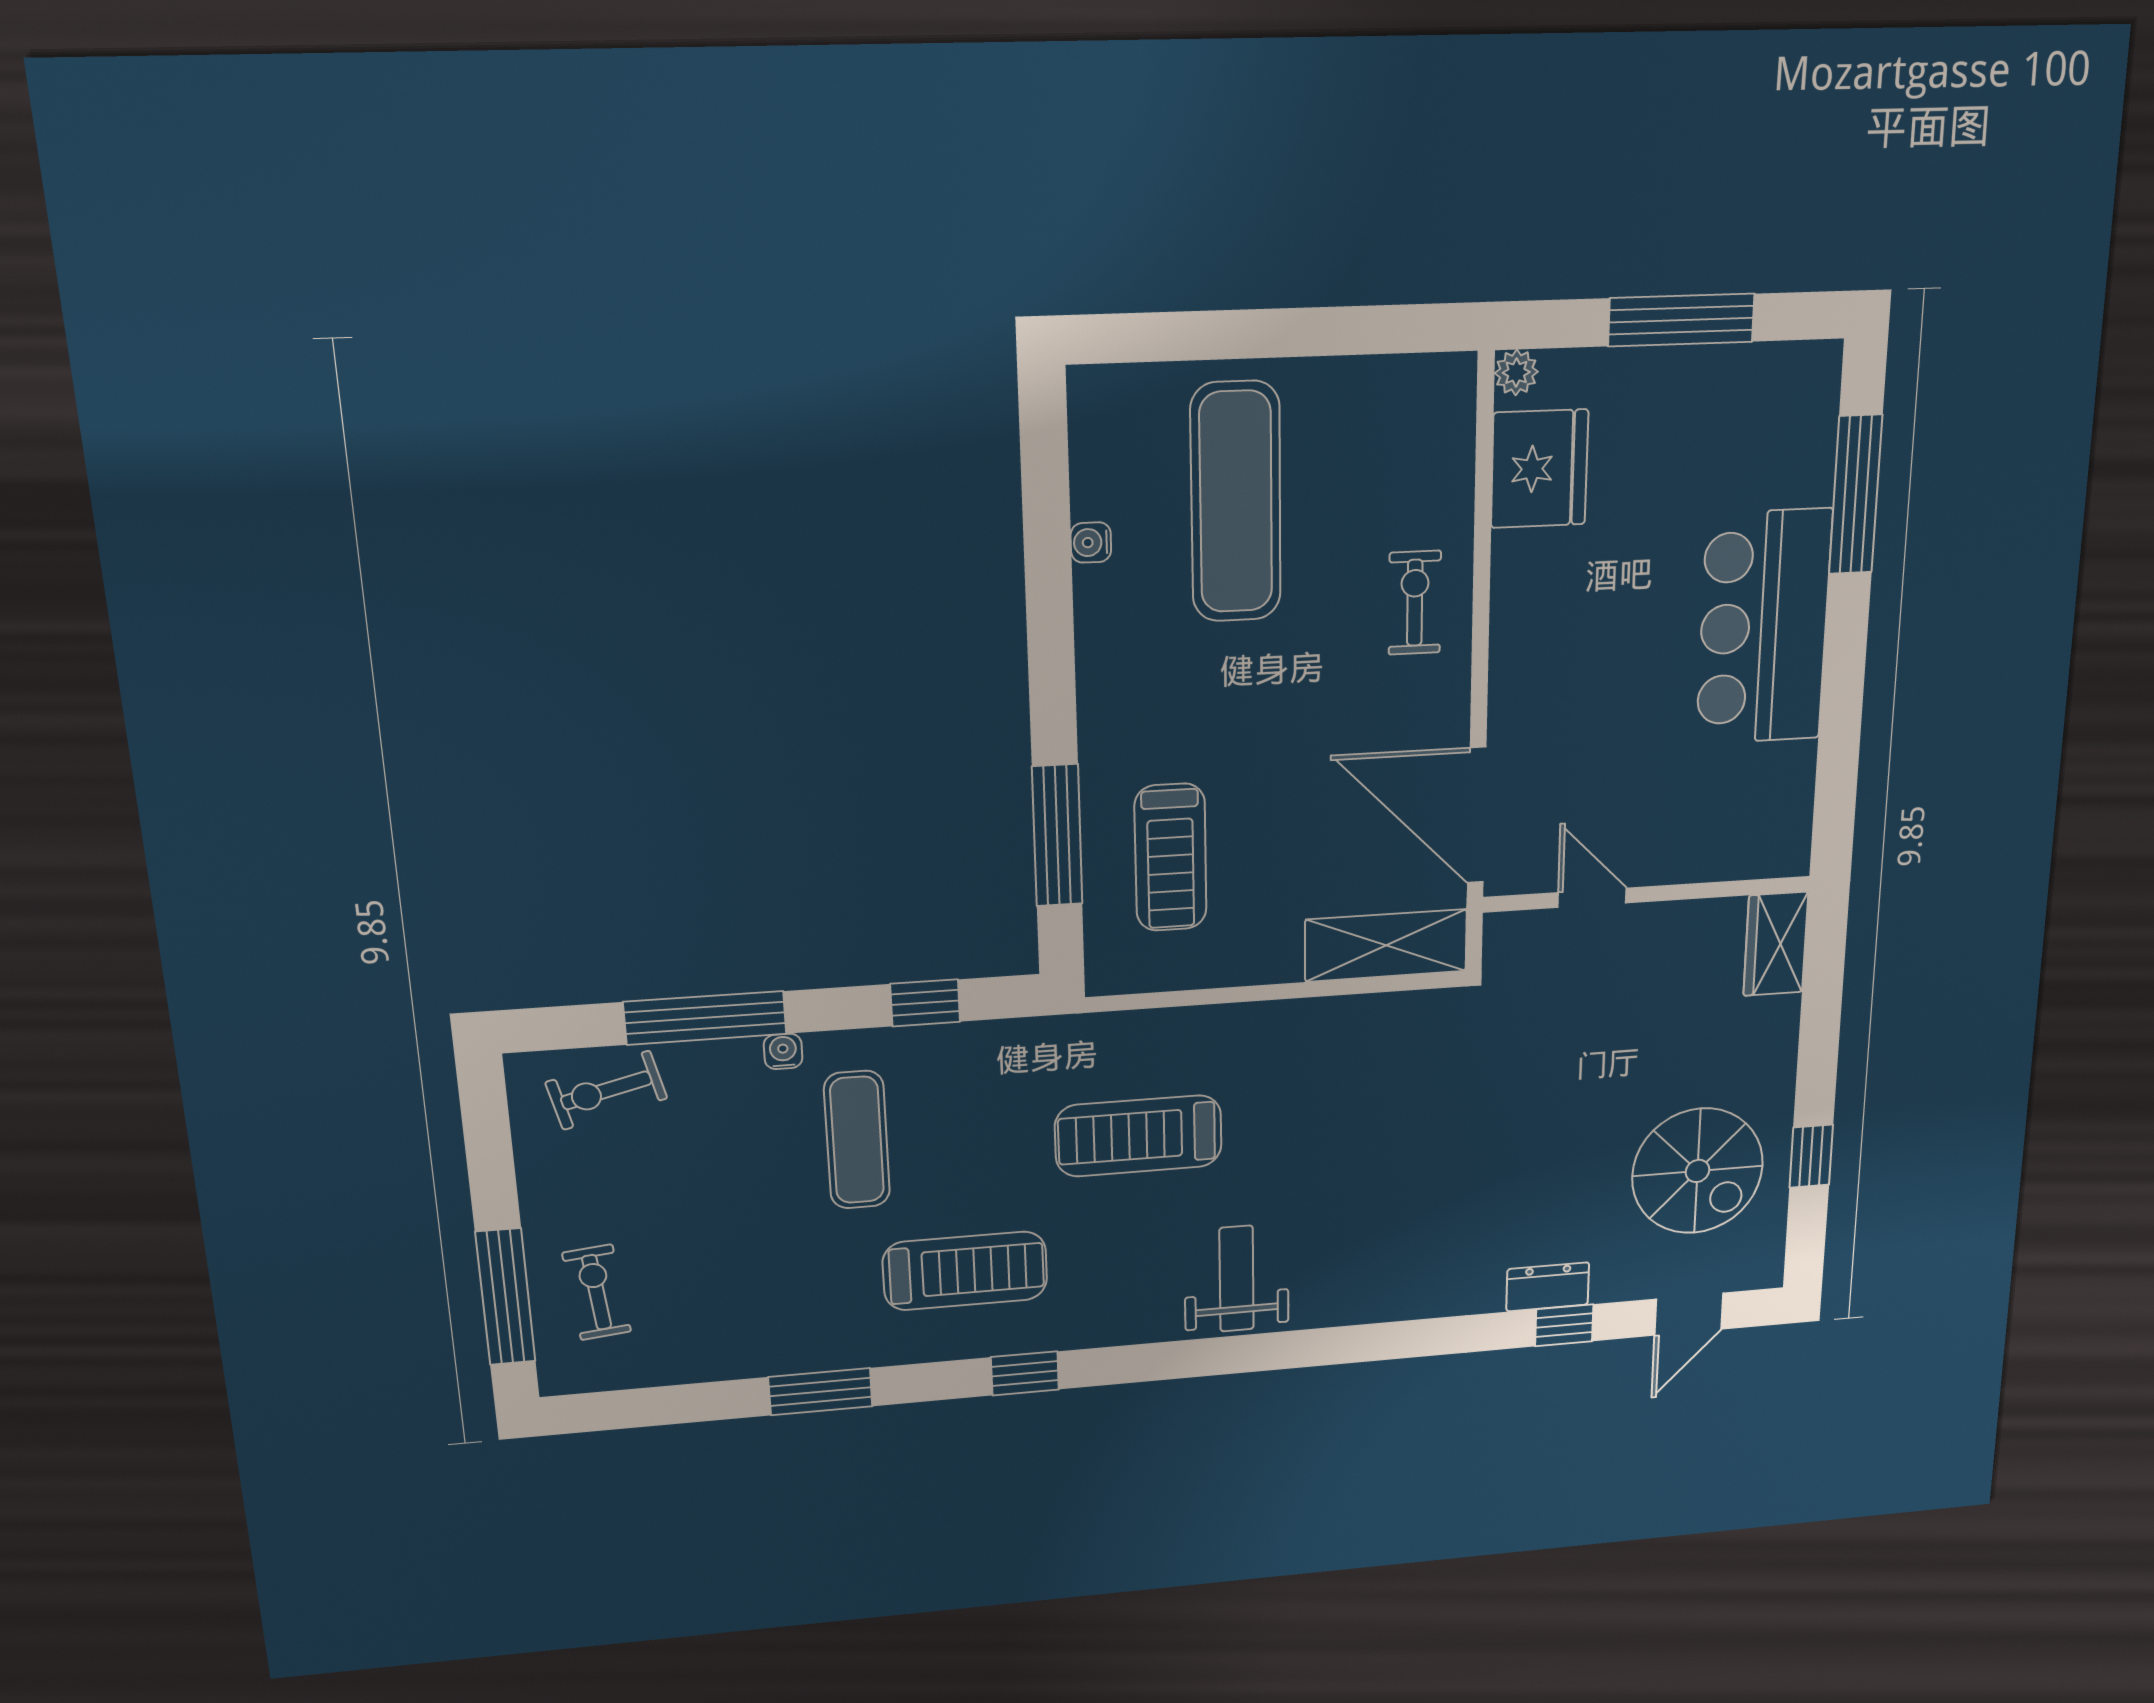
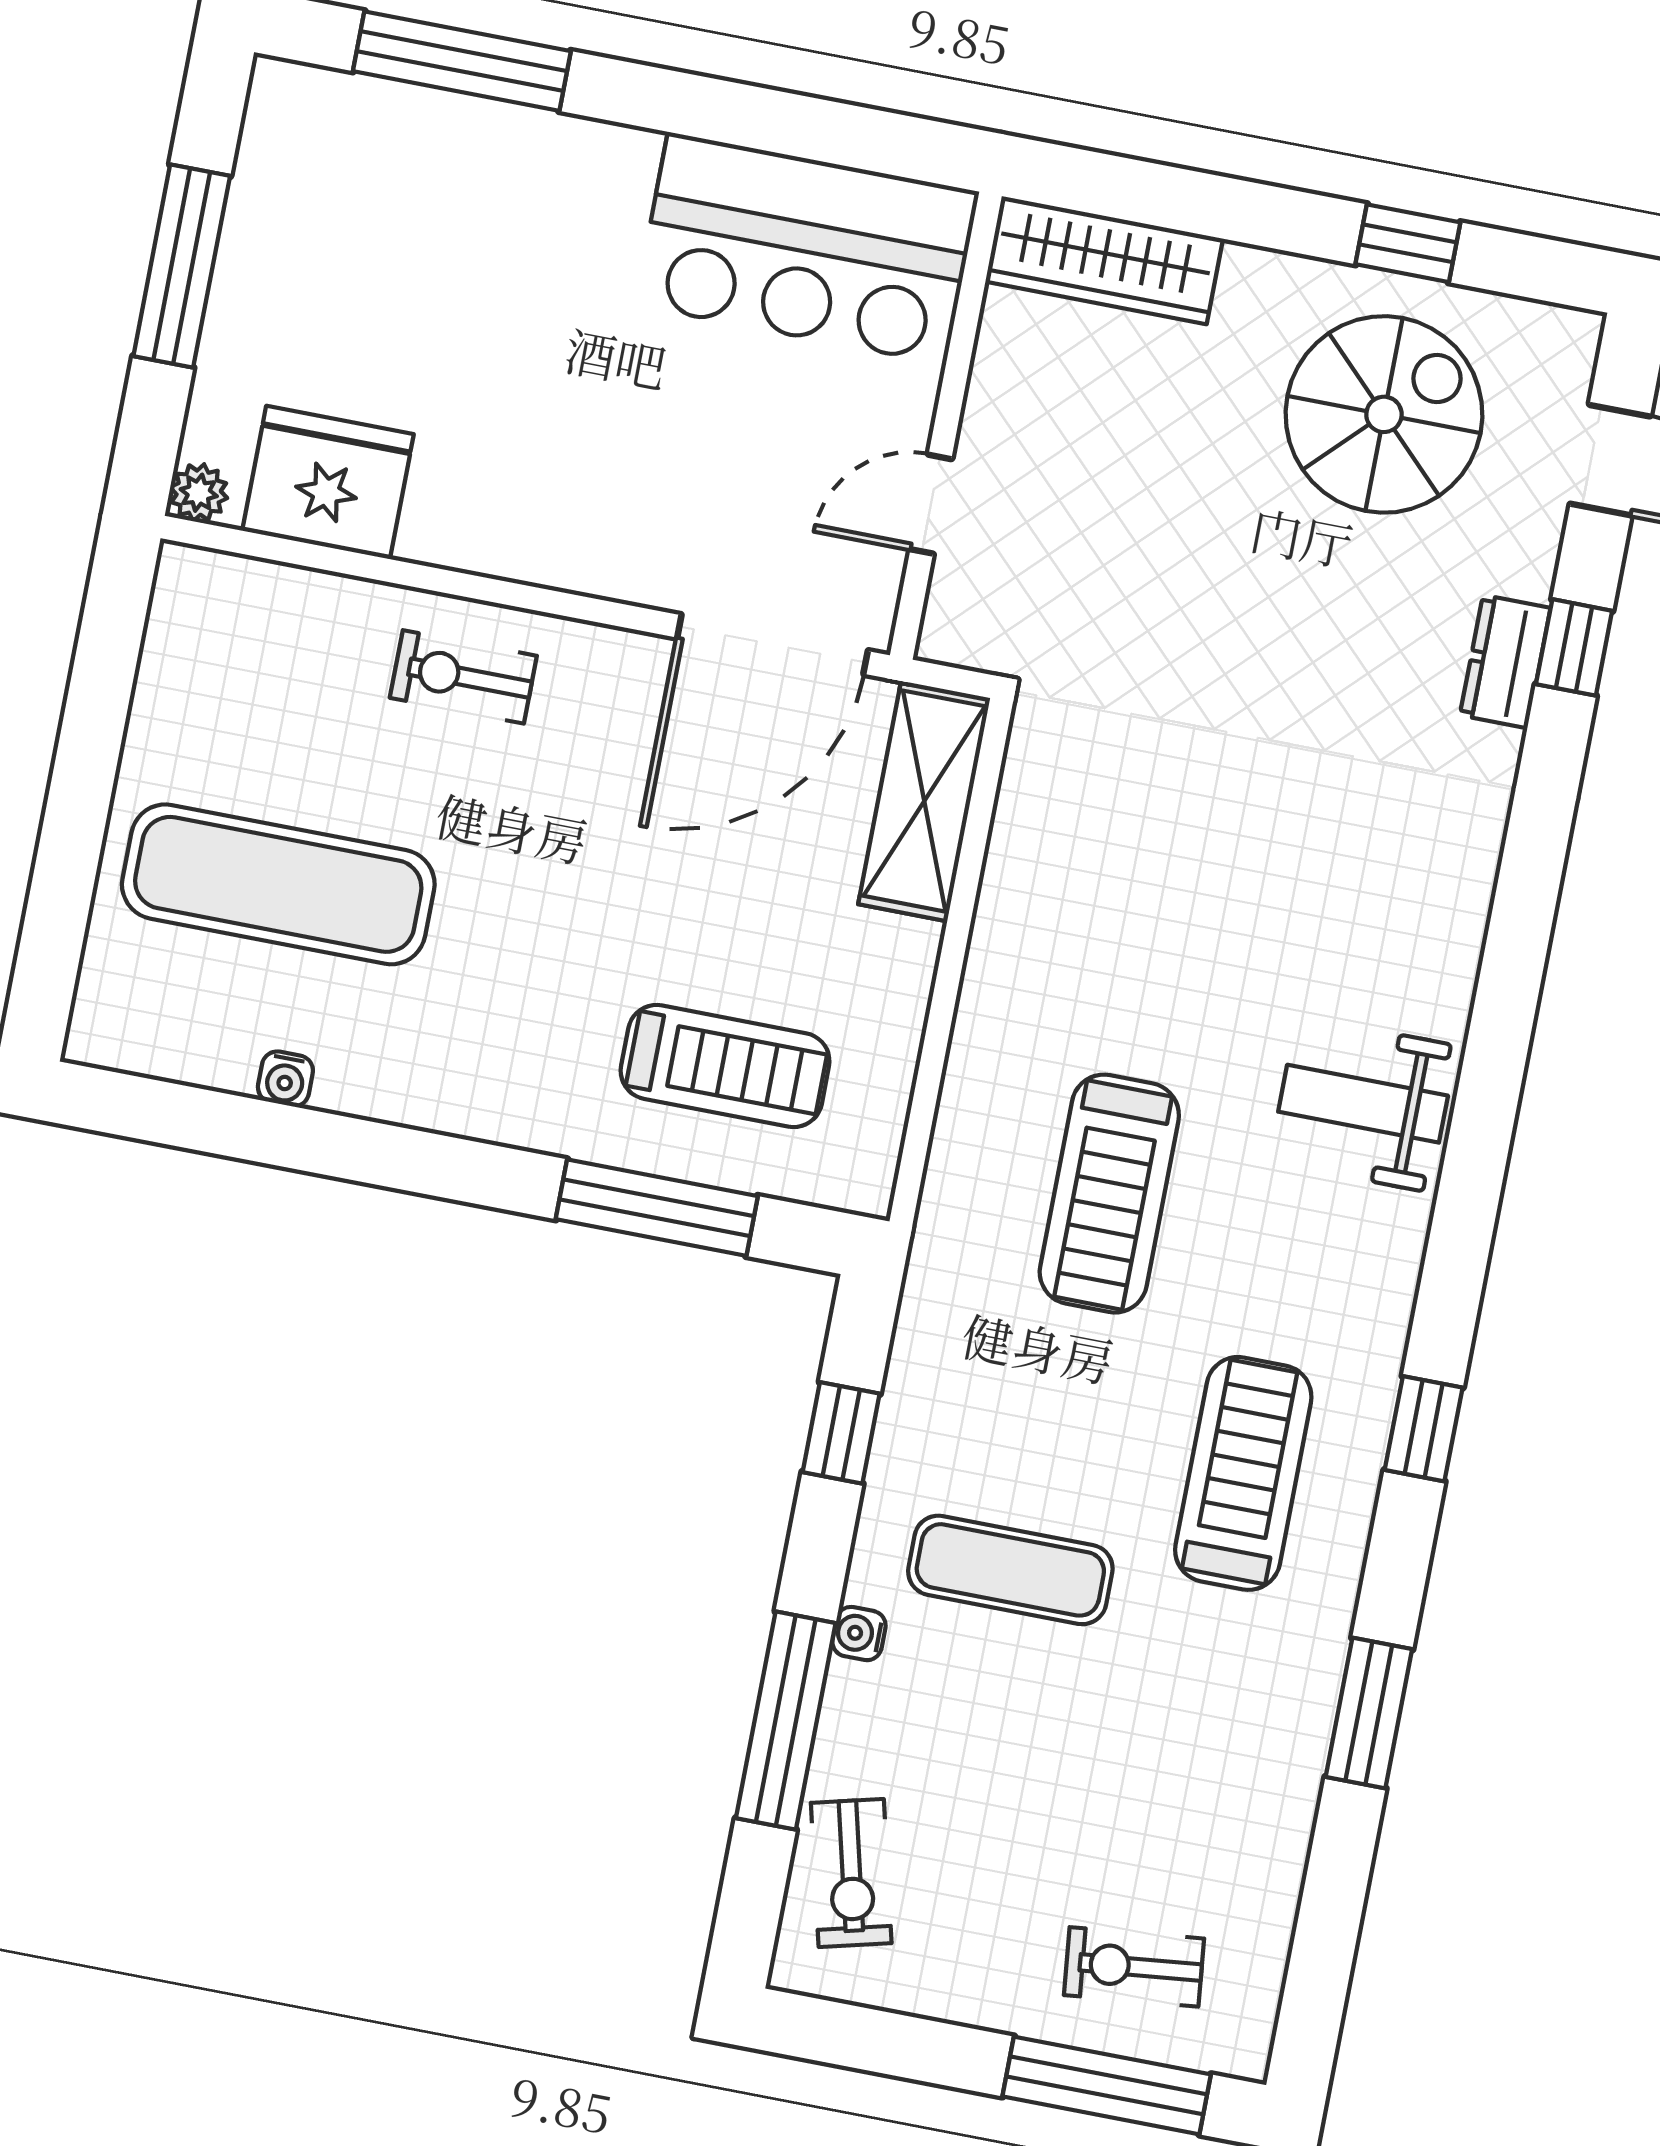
bar counter: (1764, 627) -> (807, 248), moved
wardrobe: (1776, 944) -> (1104, 260), width x1.50

